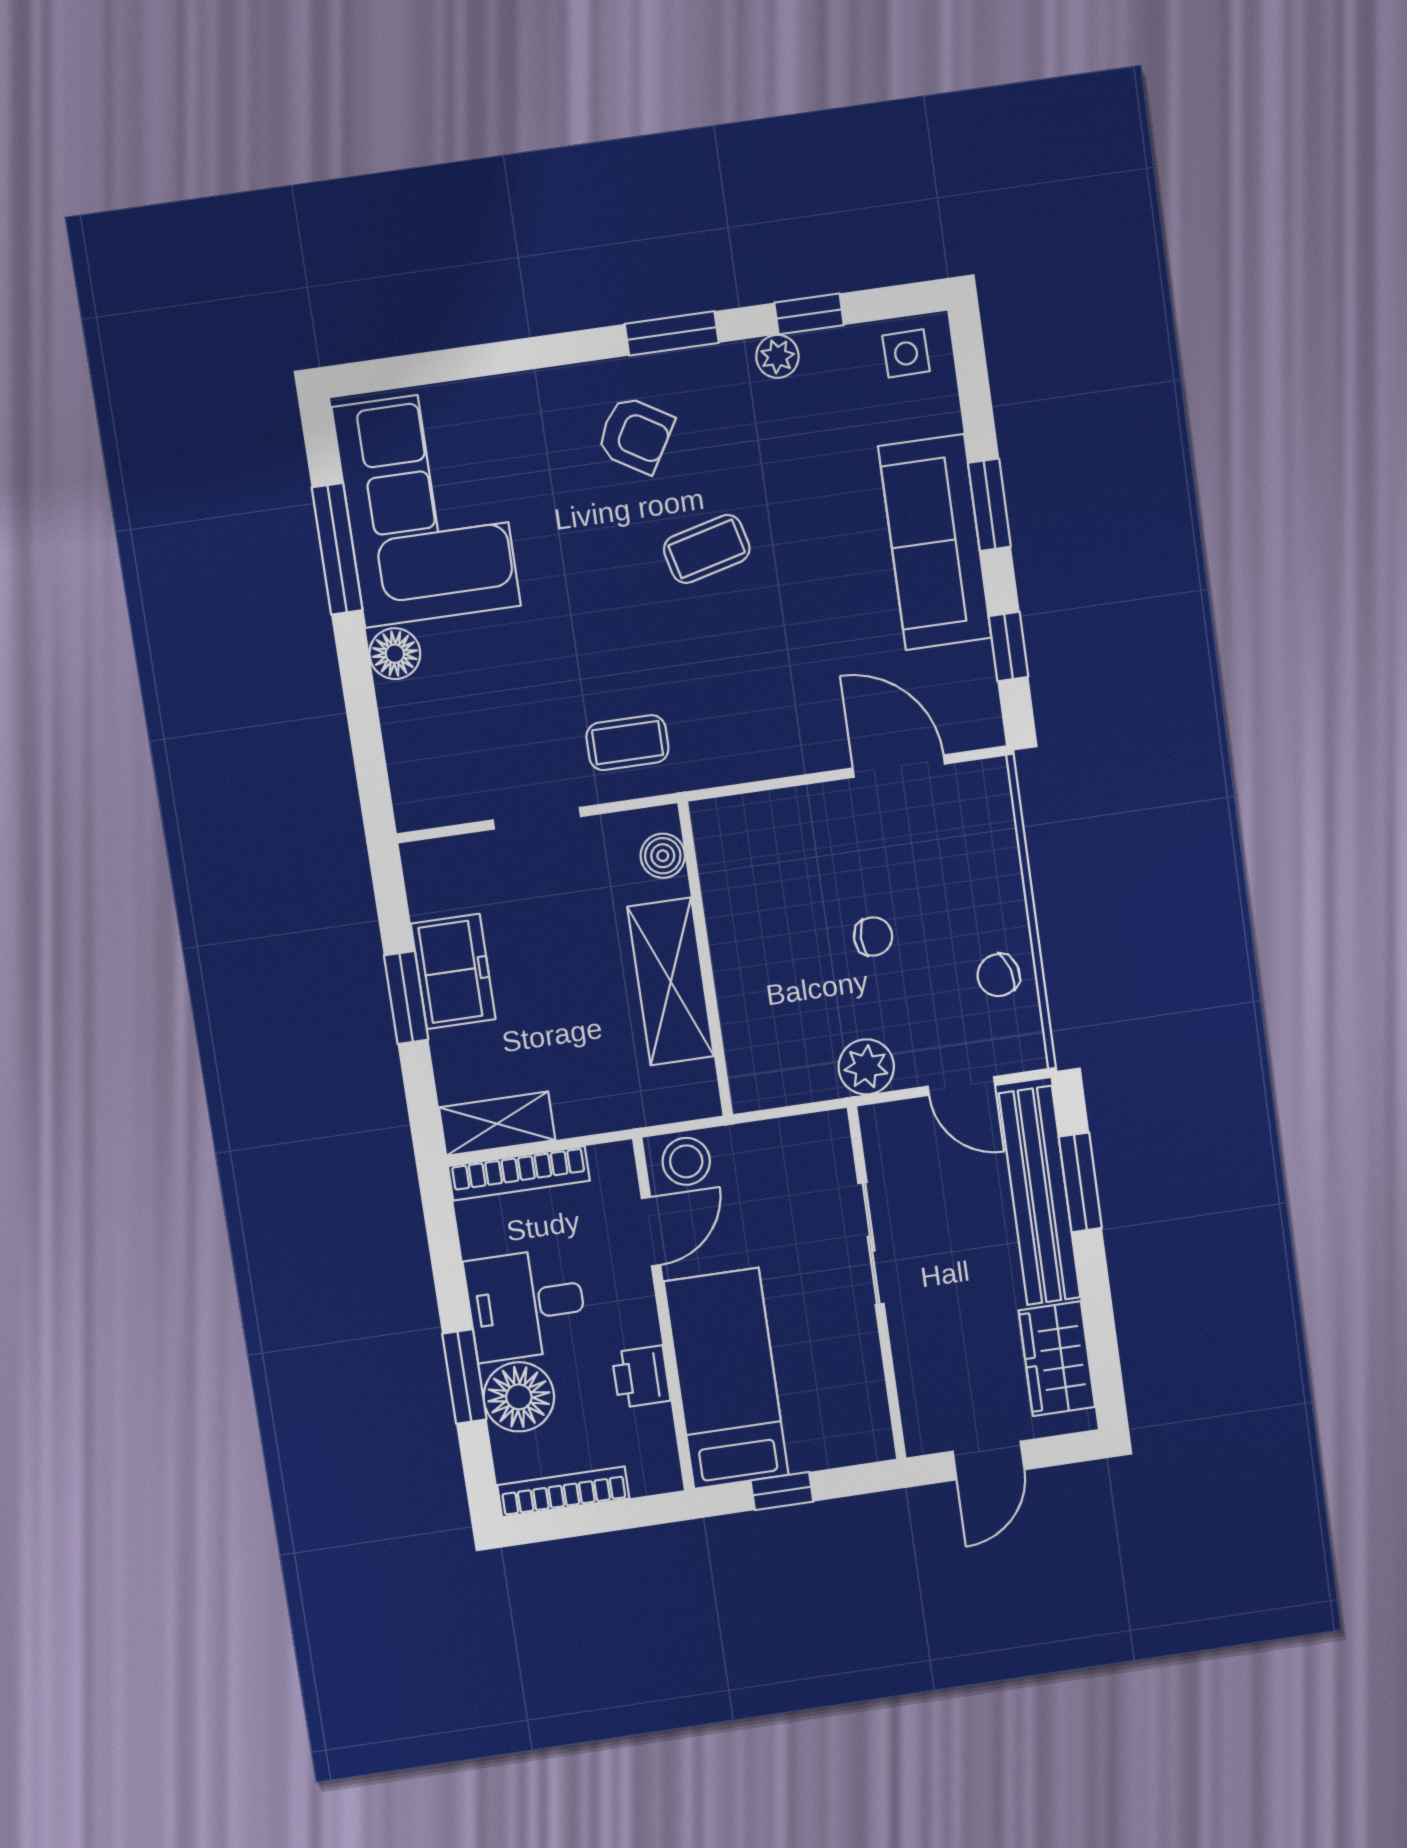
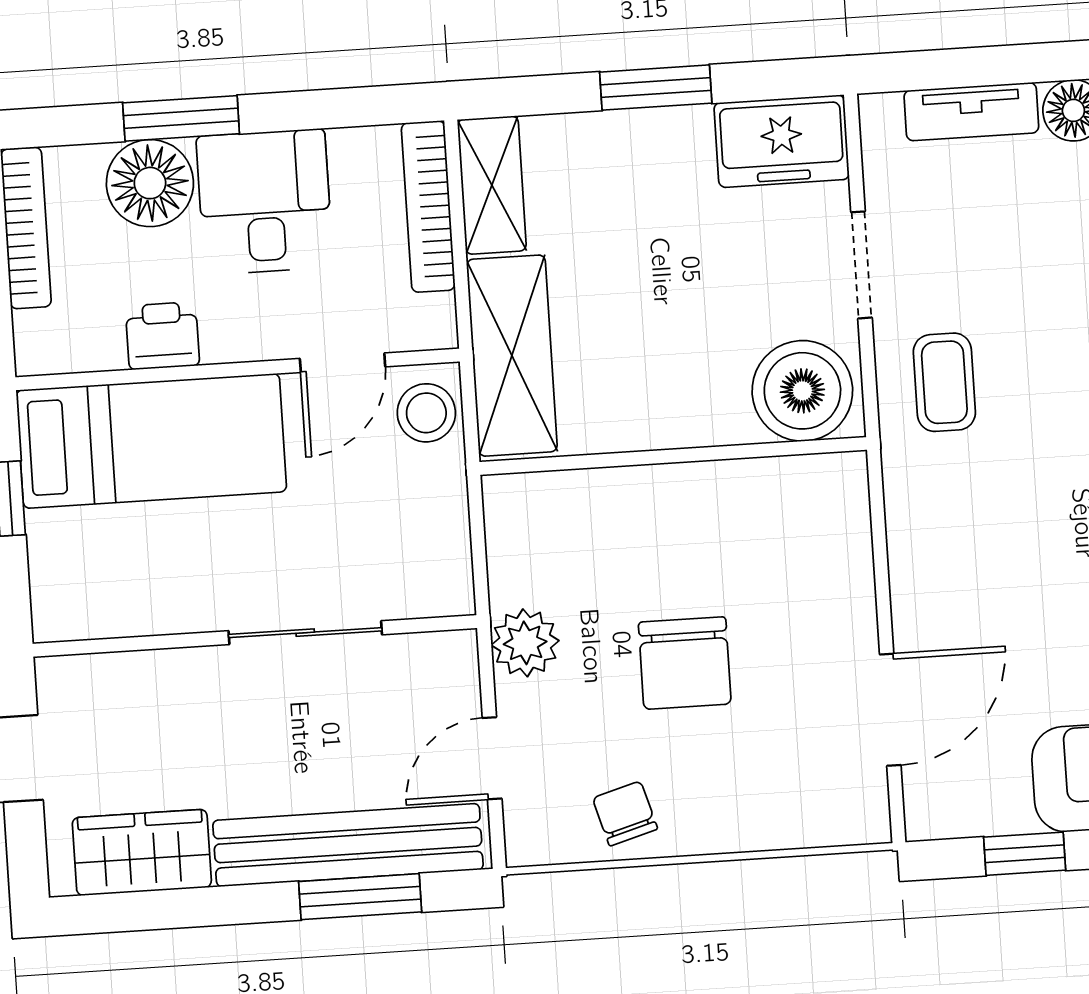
tv unit: (403, 738) -> (971, 112), added
boiler: (663, 856) -> (802, 391), width x1.86, depth x1.86
chair: (873, 937) -> (685, 663), width x1.87, depth x1.87
freezer: (453, 971) -> (782, 141), moved
shelving: (671, 982) -> (512, 356), moved, turned 90
door: (651, 1232) -> (343, 363), hinge flipped

